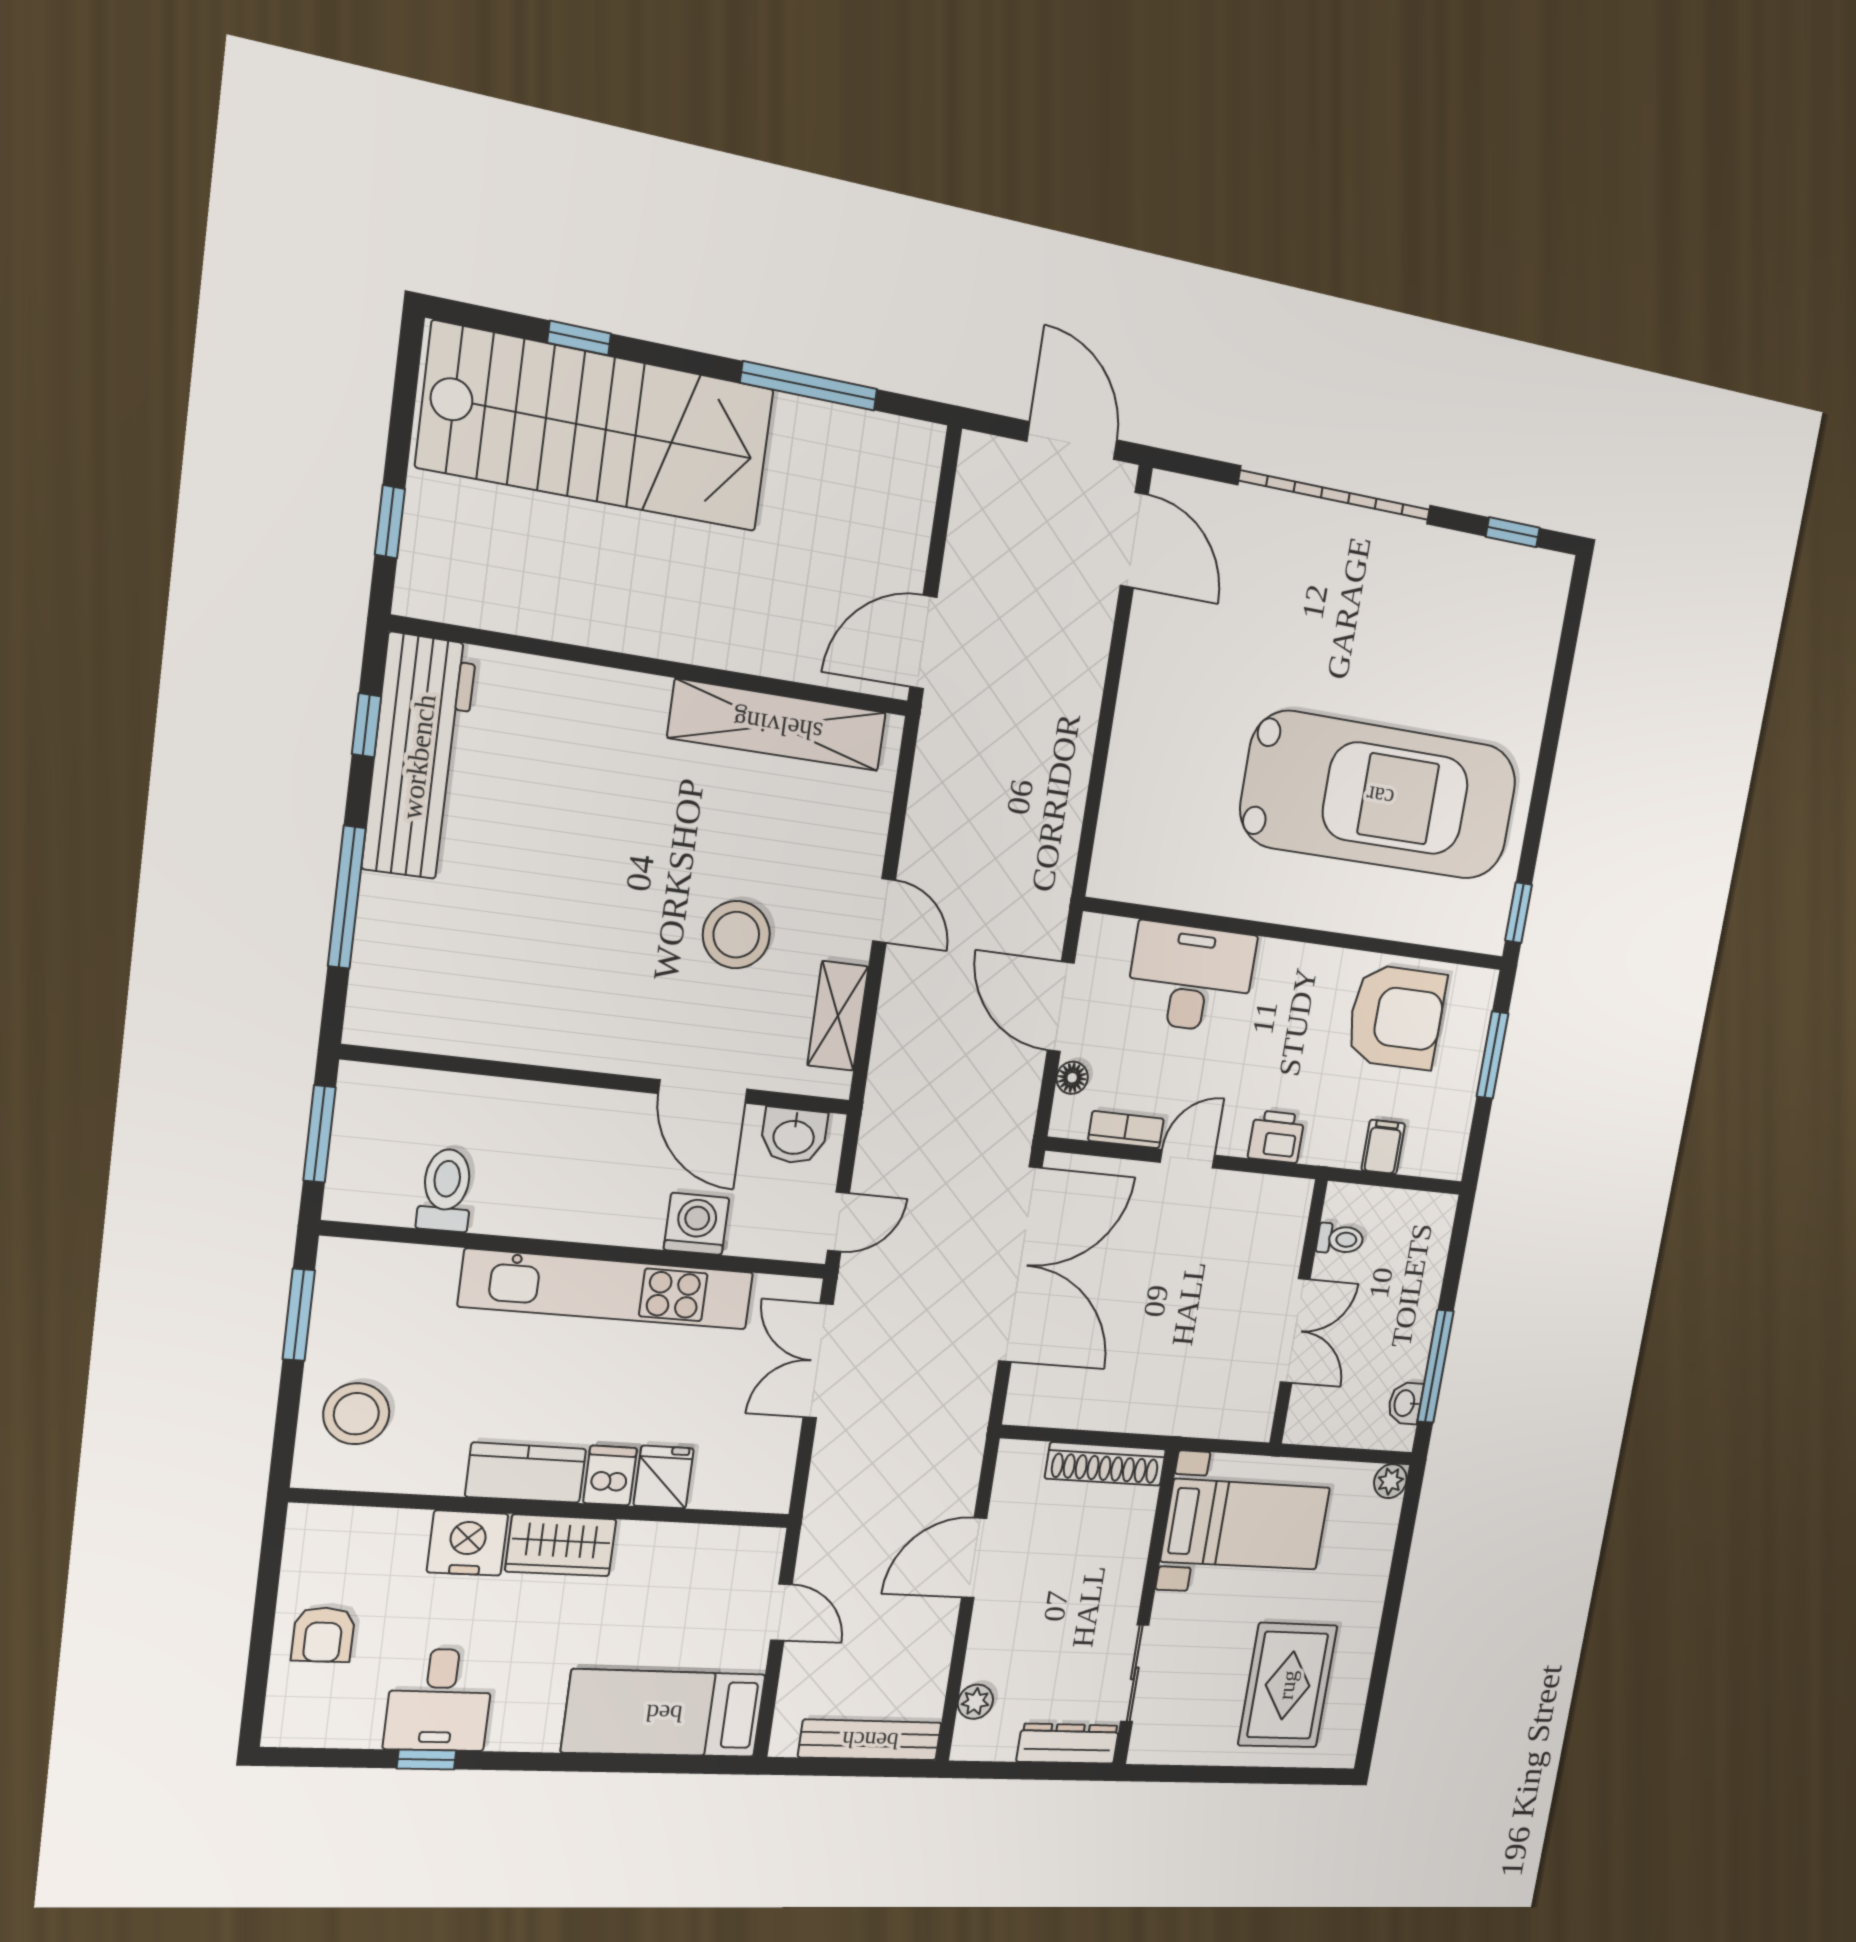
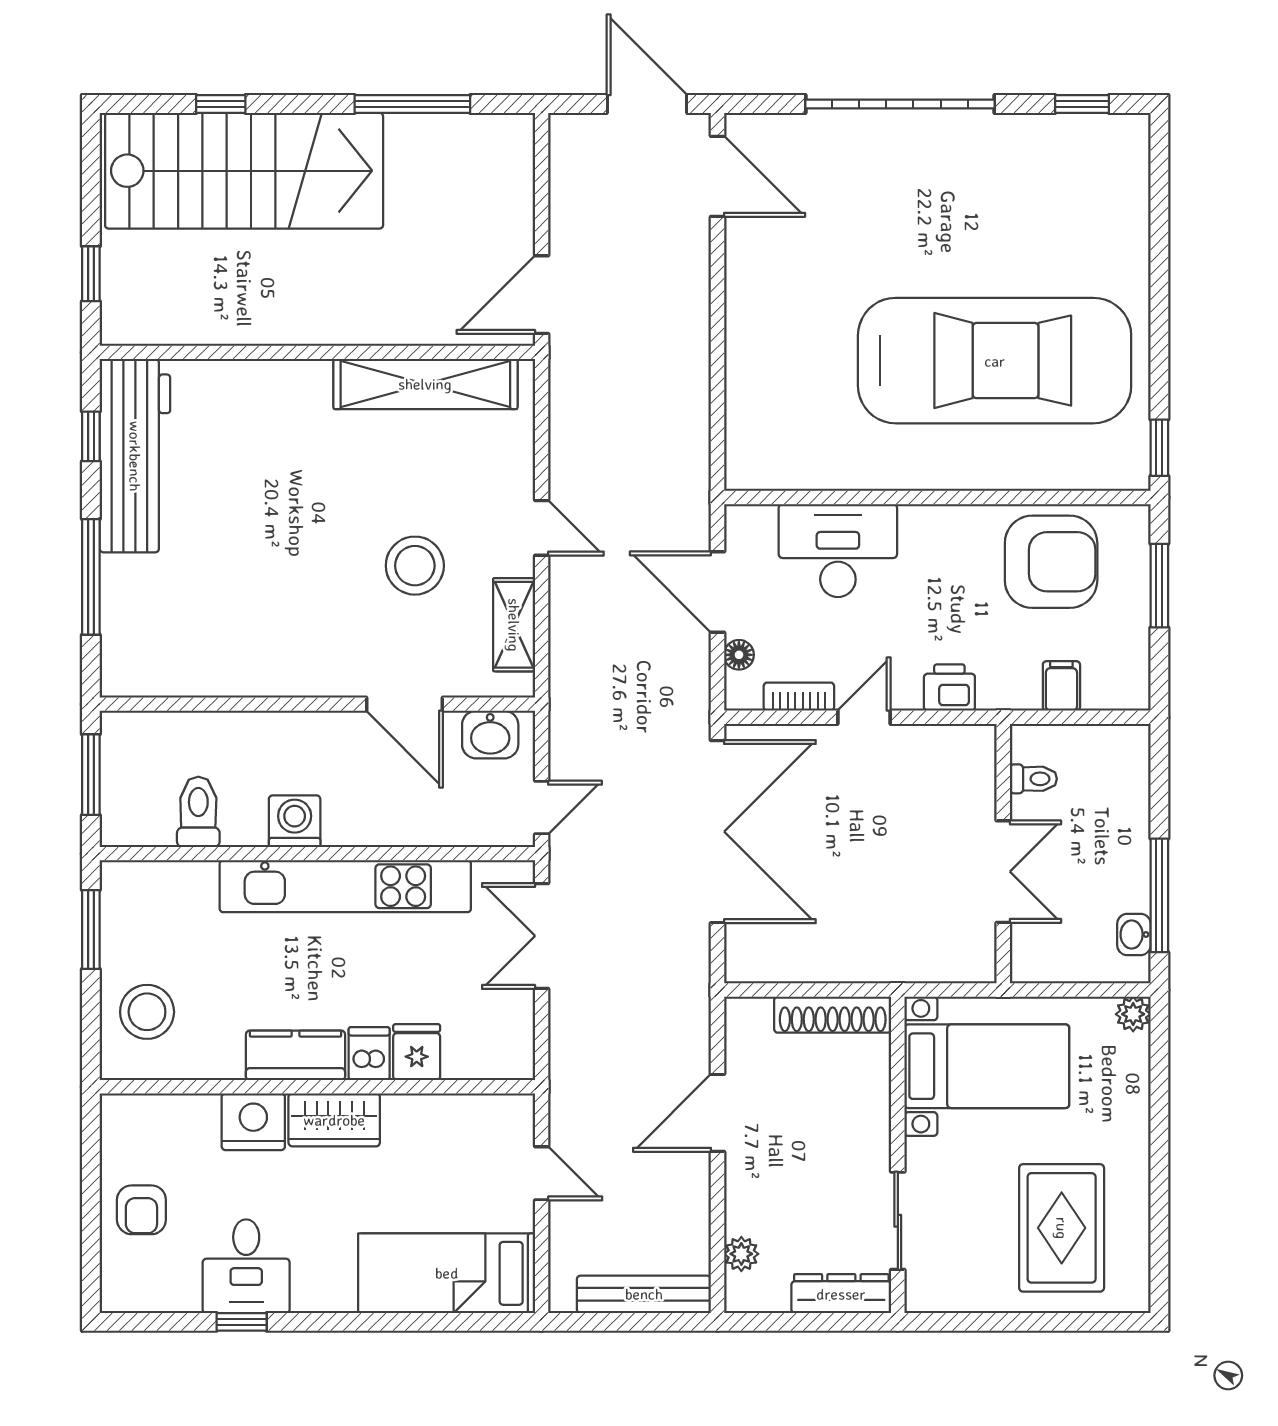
washing machine: (696, 1224) -> (295, 821), moved

